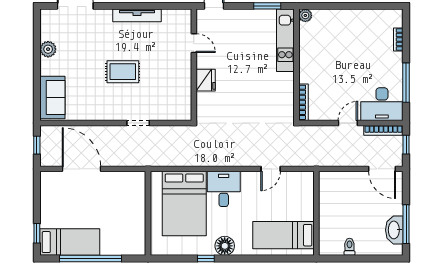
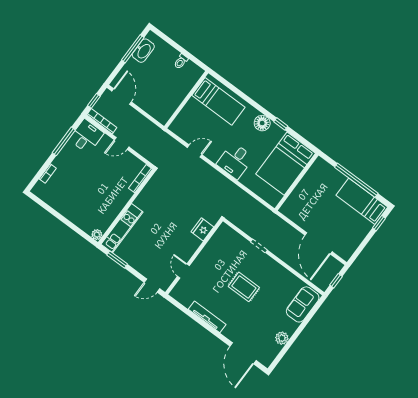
fridge: (206, 80) -> (202, 229), moved
desk: (382, 104) -> (86, 136), width x0.73
bed: (184, 204) -> (286, 164), moved, turned 180

